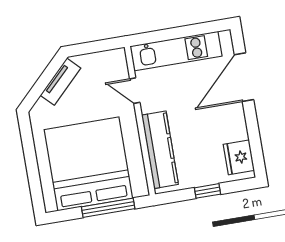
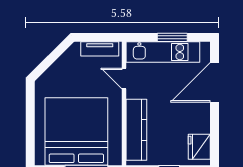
window: (184, 32) -> (172, 37), added
tv unit: (61, 82) -> (100, 49), moved, turned 45

